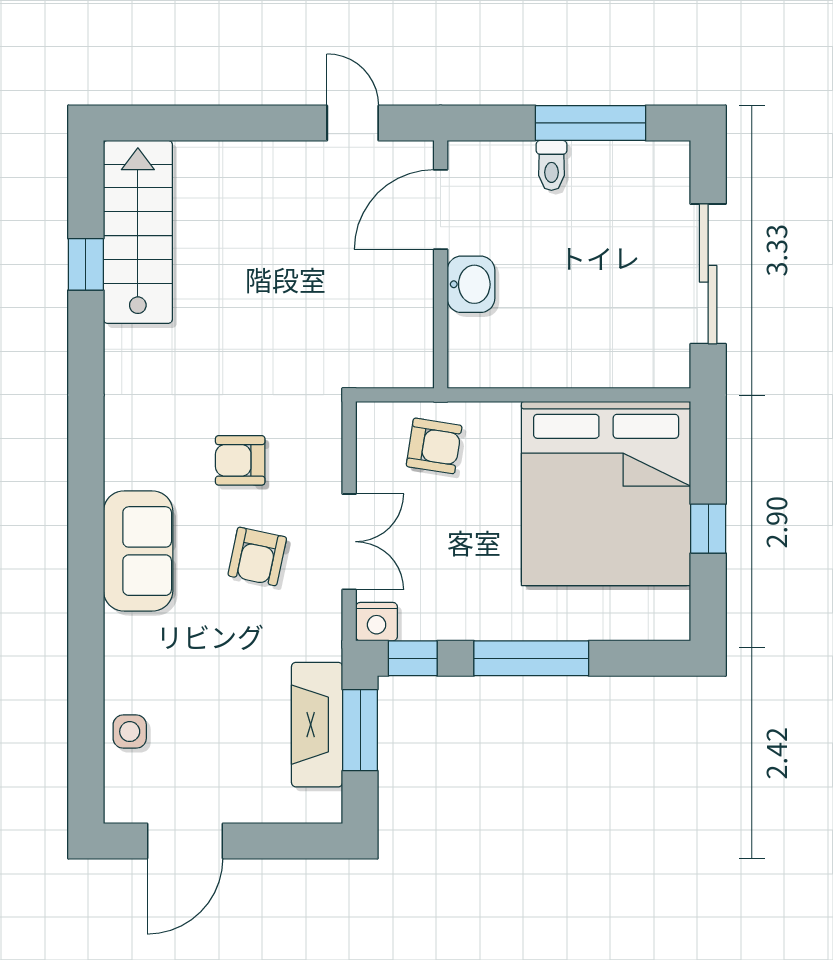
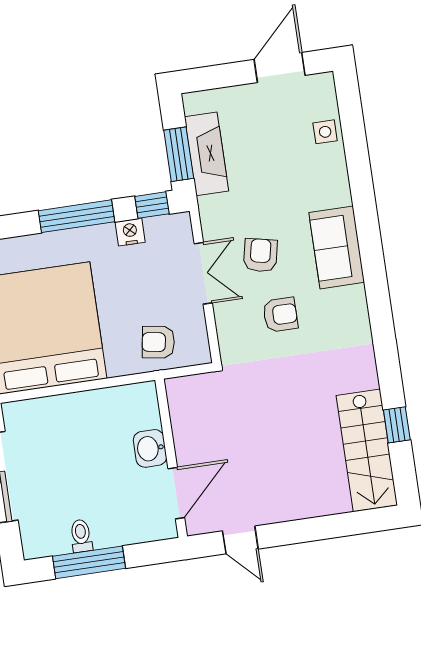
toilet: (551, 165) -> (81, 536), moved
double door: (349, 542) -> (203, 273), swing flipped
nightstand: (377, 622) -> (130, 232), moved

